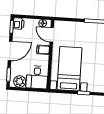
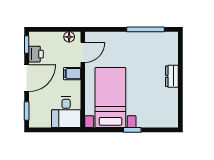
printer: (19, 24) -> (36, 54), moved
door: (52, 35) -> (83, 52), swing flipped
plant: (20, 82) -> (42, 120), removed

